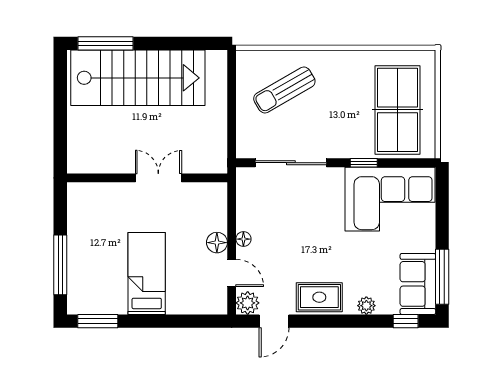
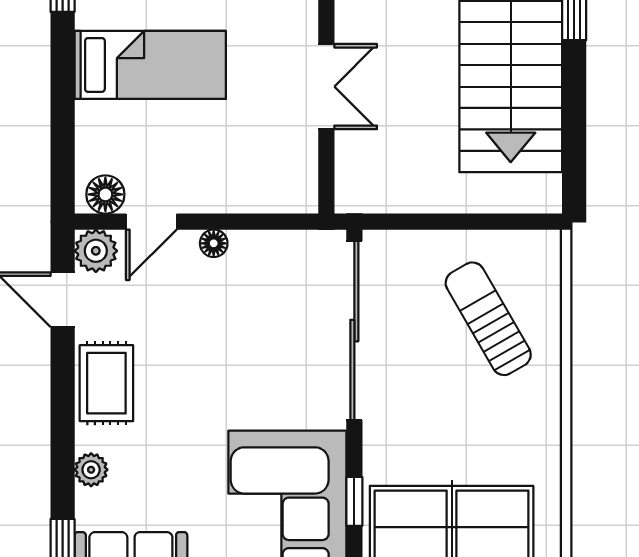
sliding door: (291, 163) -> (354, 331), width x1.36
window: (364, 163) -> (354, 501), moved
floor lamp: (217, 243) -> (105, 194), moved

